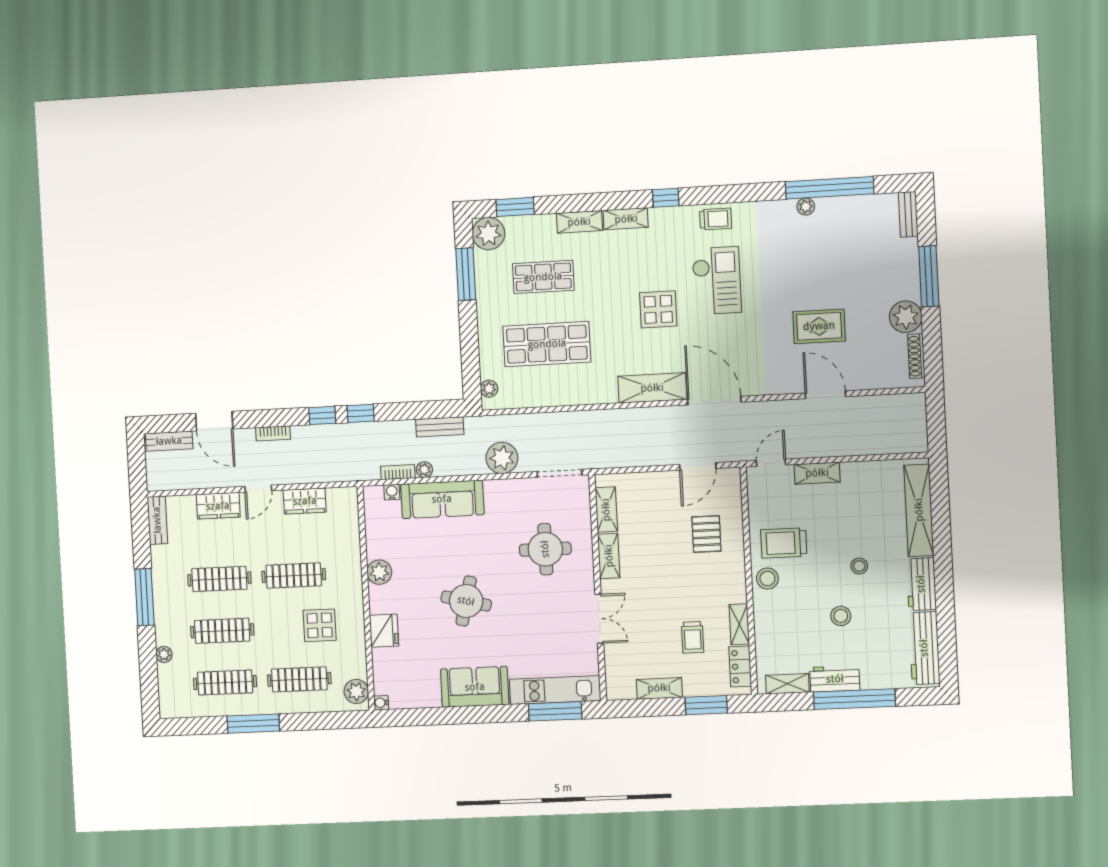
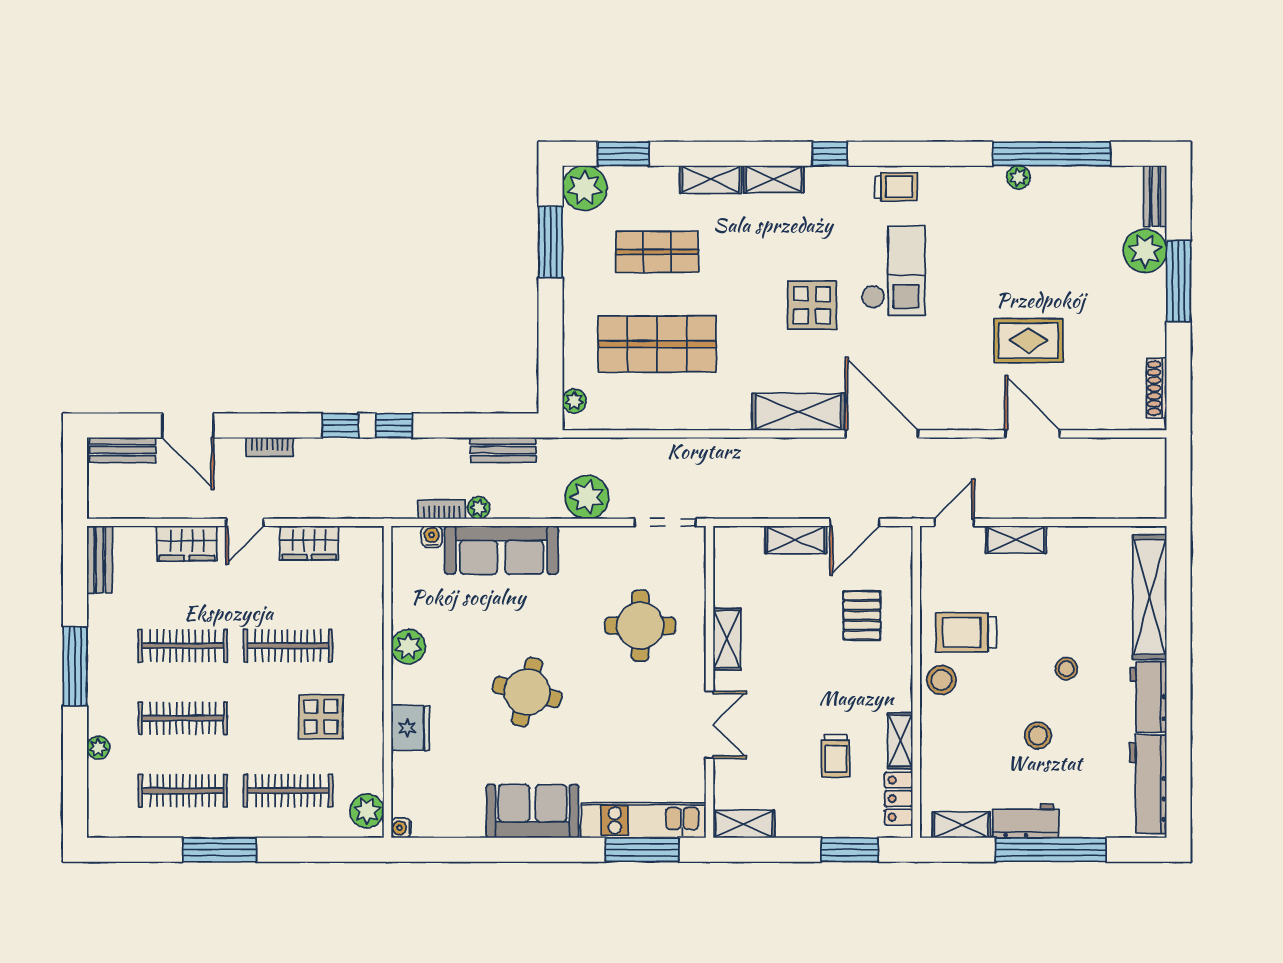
plant: (906, 317) -> (1145, 251), moved
shelving: (606, 510) -> (796, 540), moved, turned 90
shelving: (659, 688) -> (744, 824), moved

